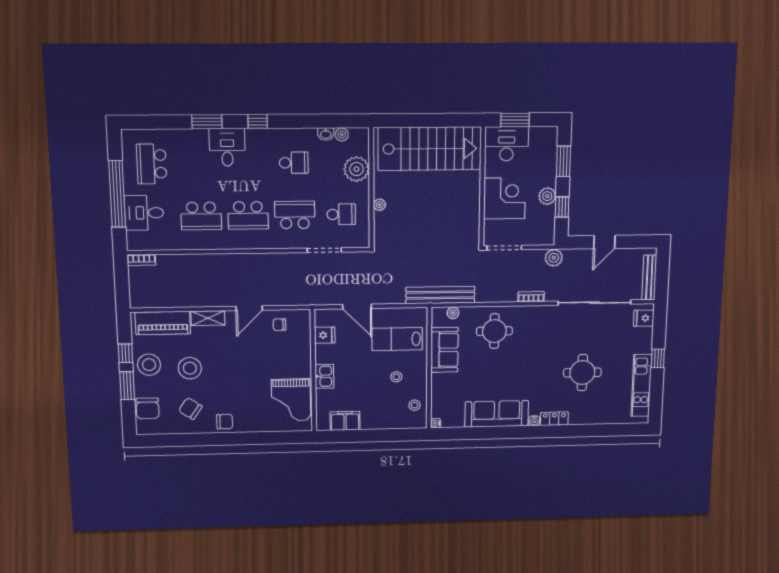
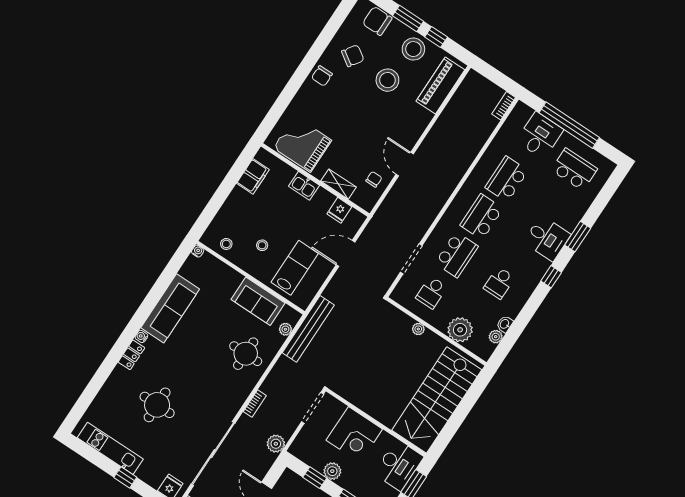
shelving: (208, 318) -> (338, 184), moved, turned 90

